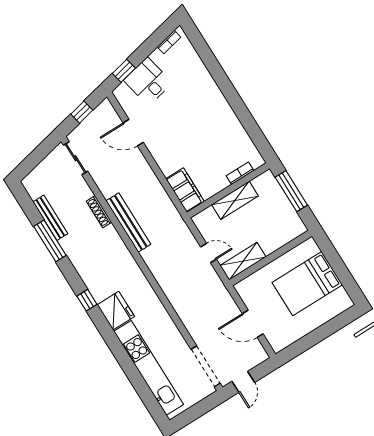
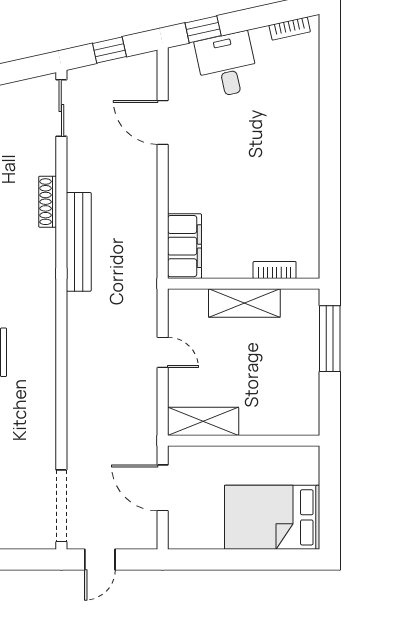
wall: (270, 258) -> (244, 441), moved
shelving: (243, 261) -> (203, 421), moved
bed: (307, 284) -> (272, 517), moved

